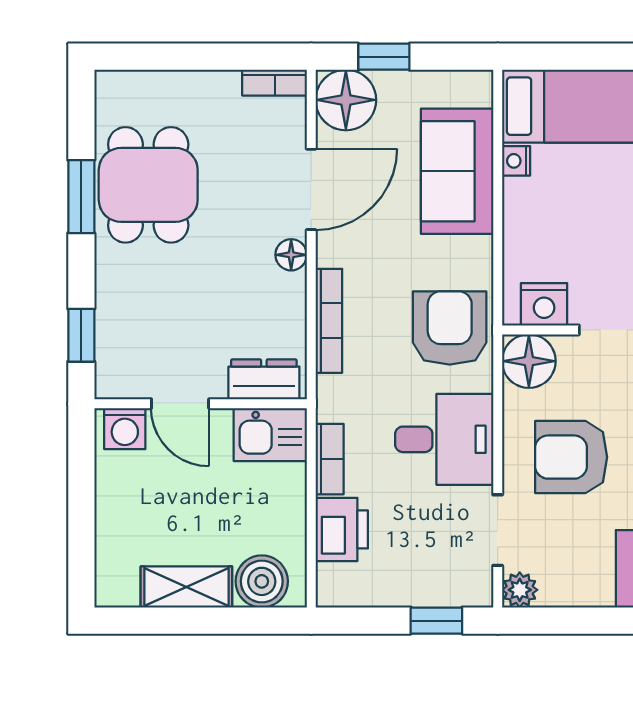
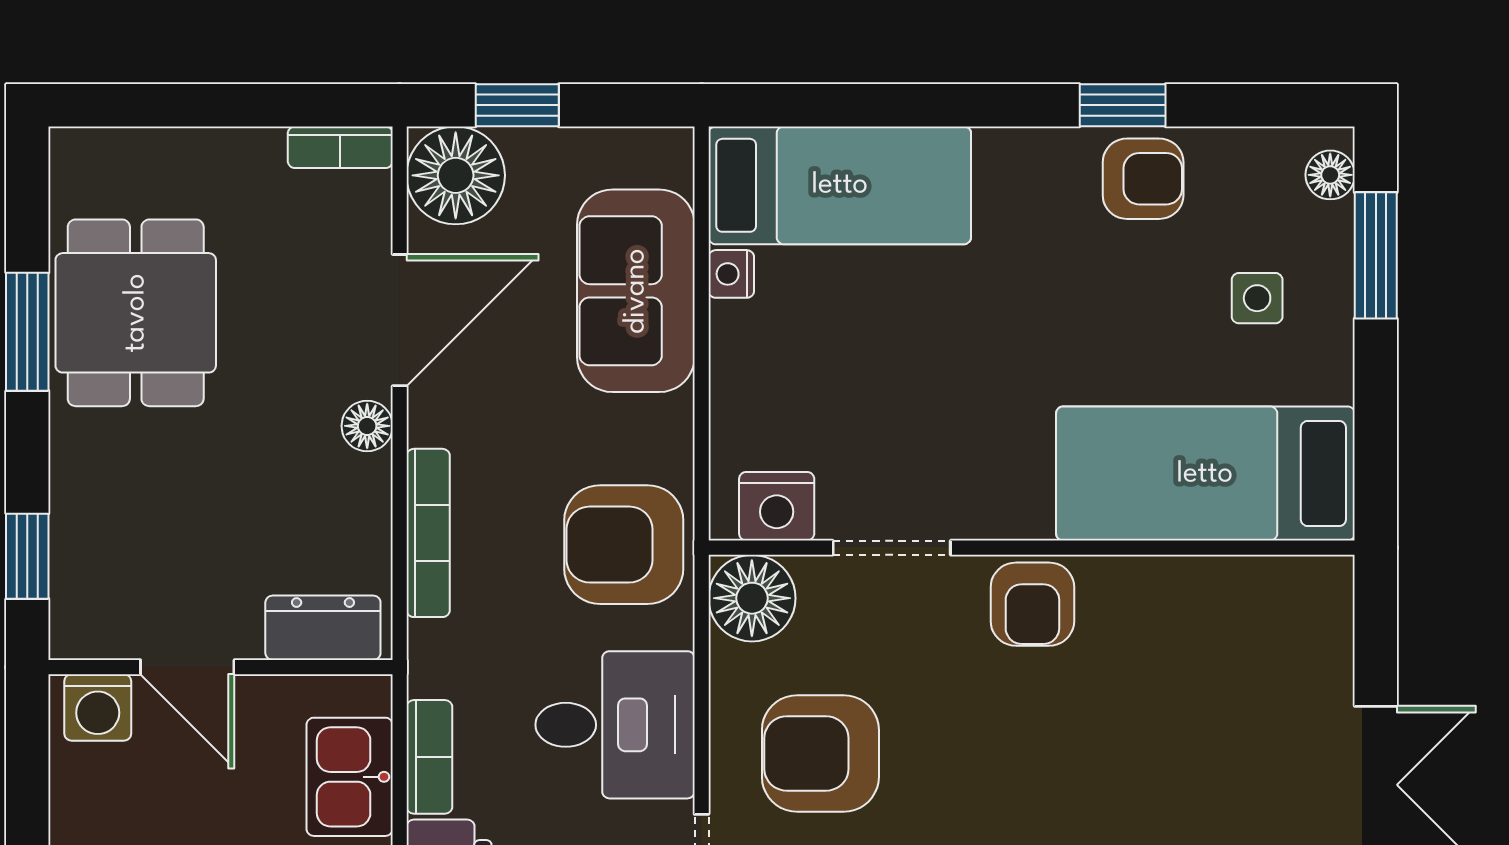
armchair: (450, 328) -> (624, 545), turned -90
kitchen sink: (270, 435) -> (350, 777), moved, turned 90

